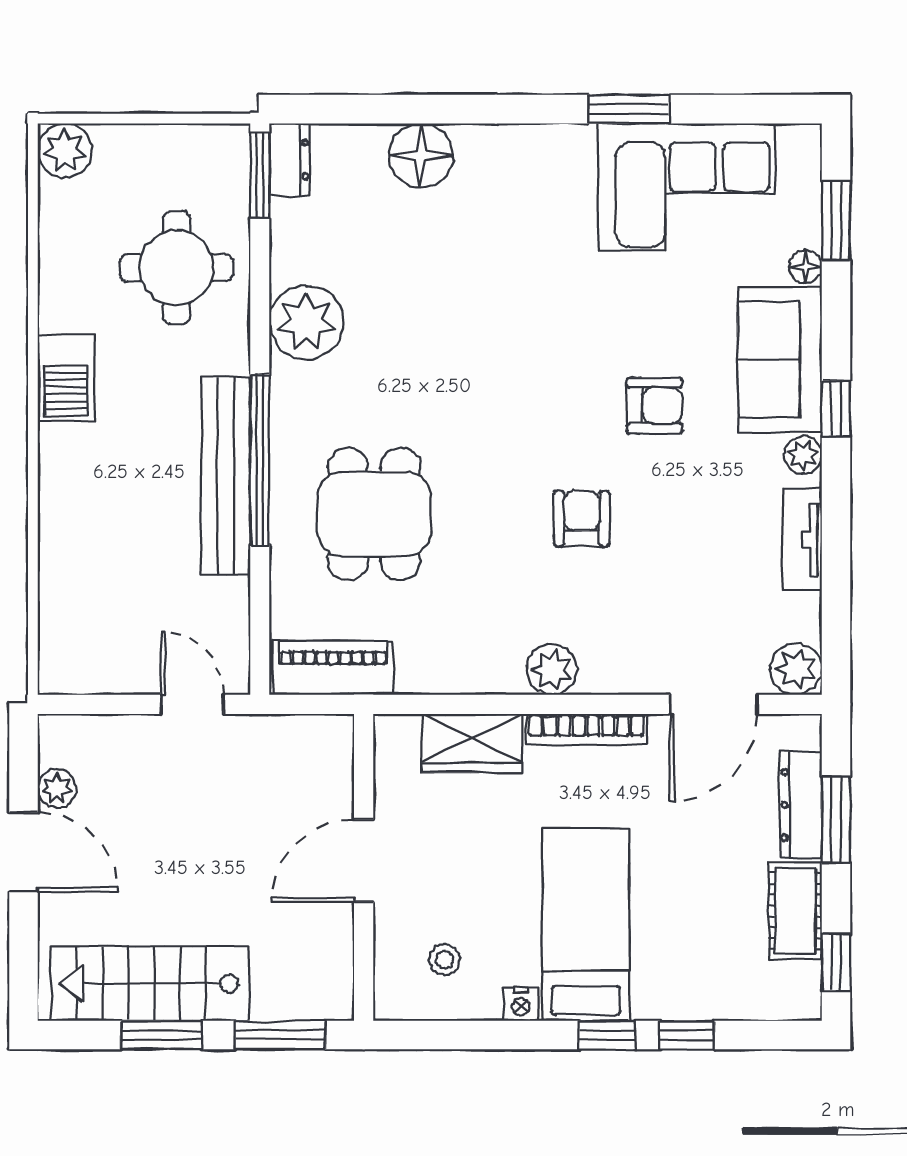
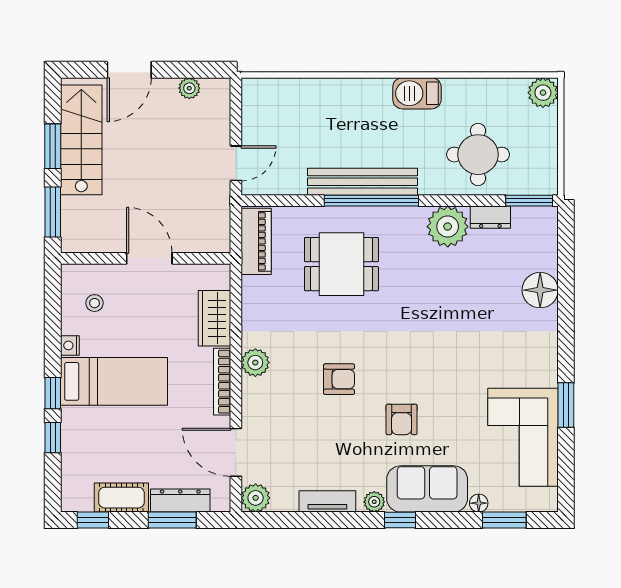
dresser: (290, 159) -> (490, 217), moved
door: (23, 852) -> (129, 70), moved

